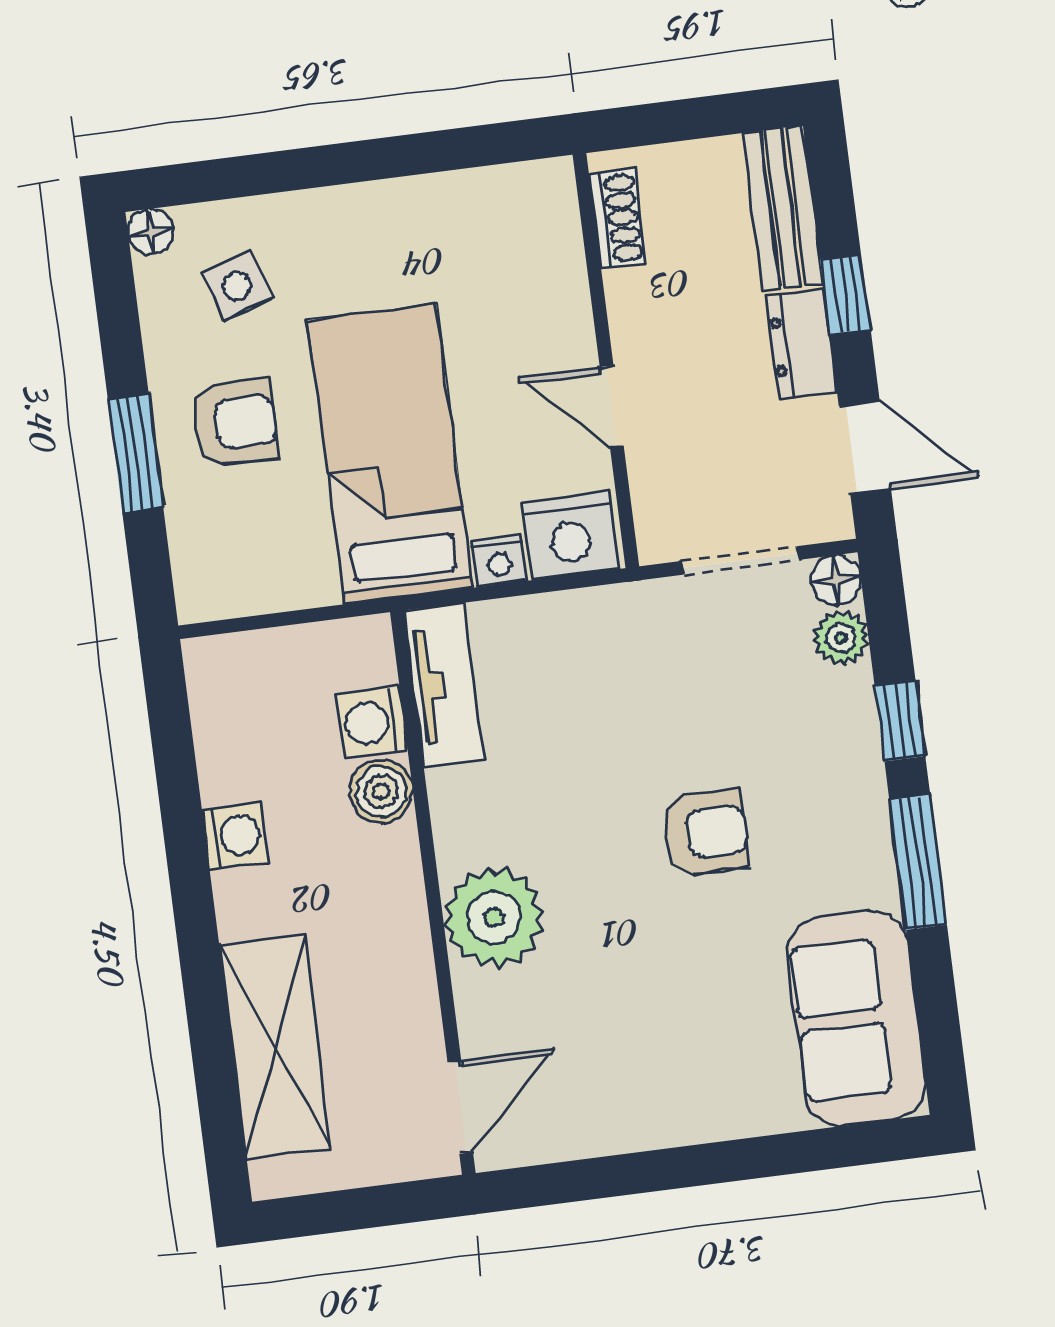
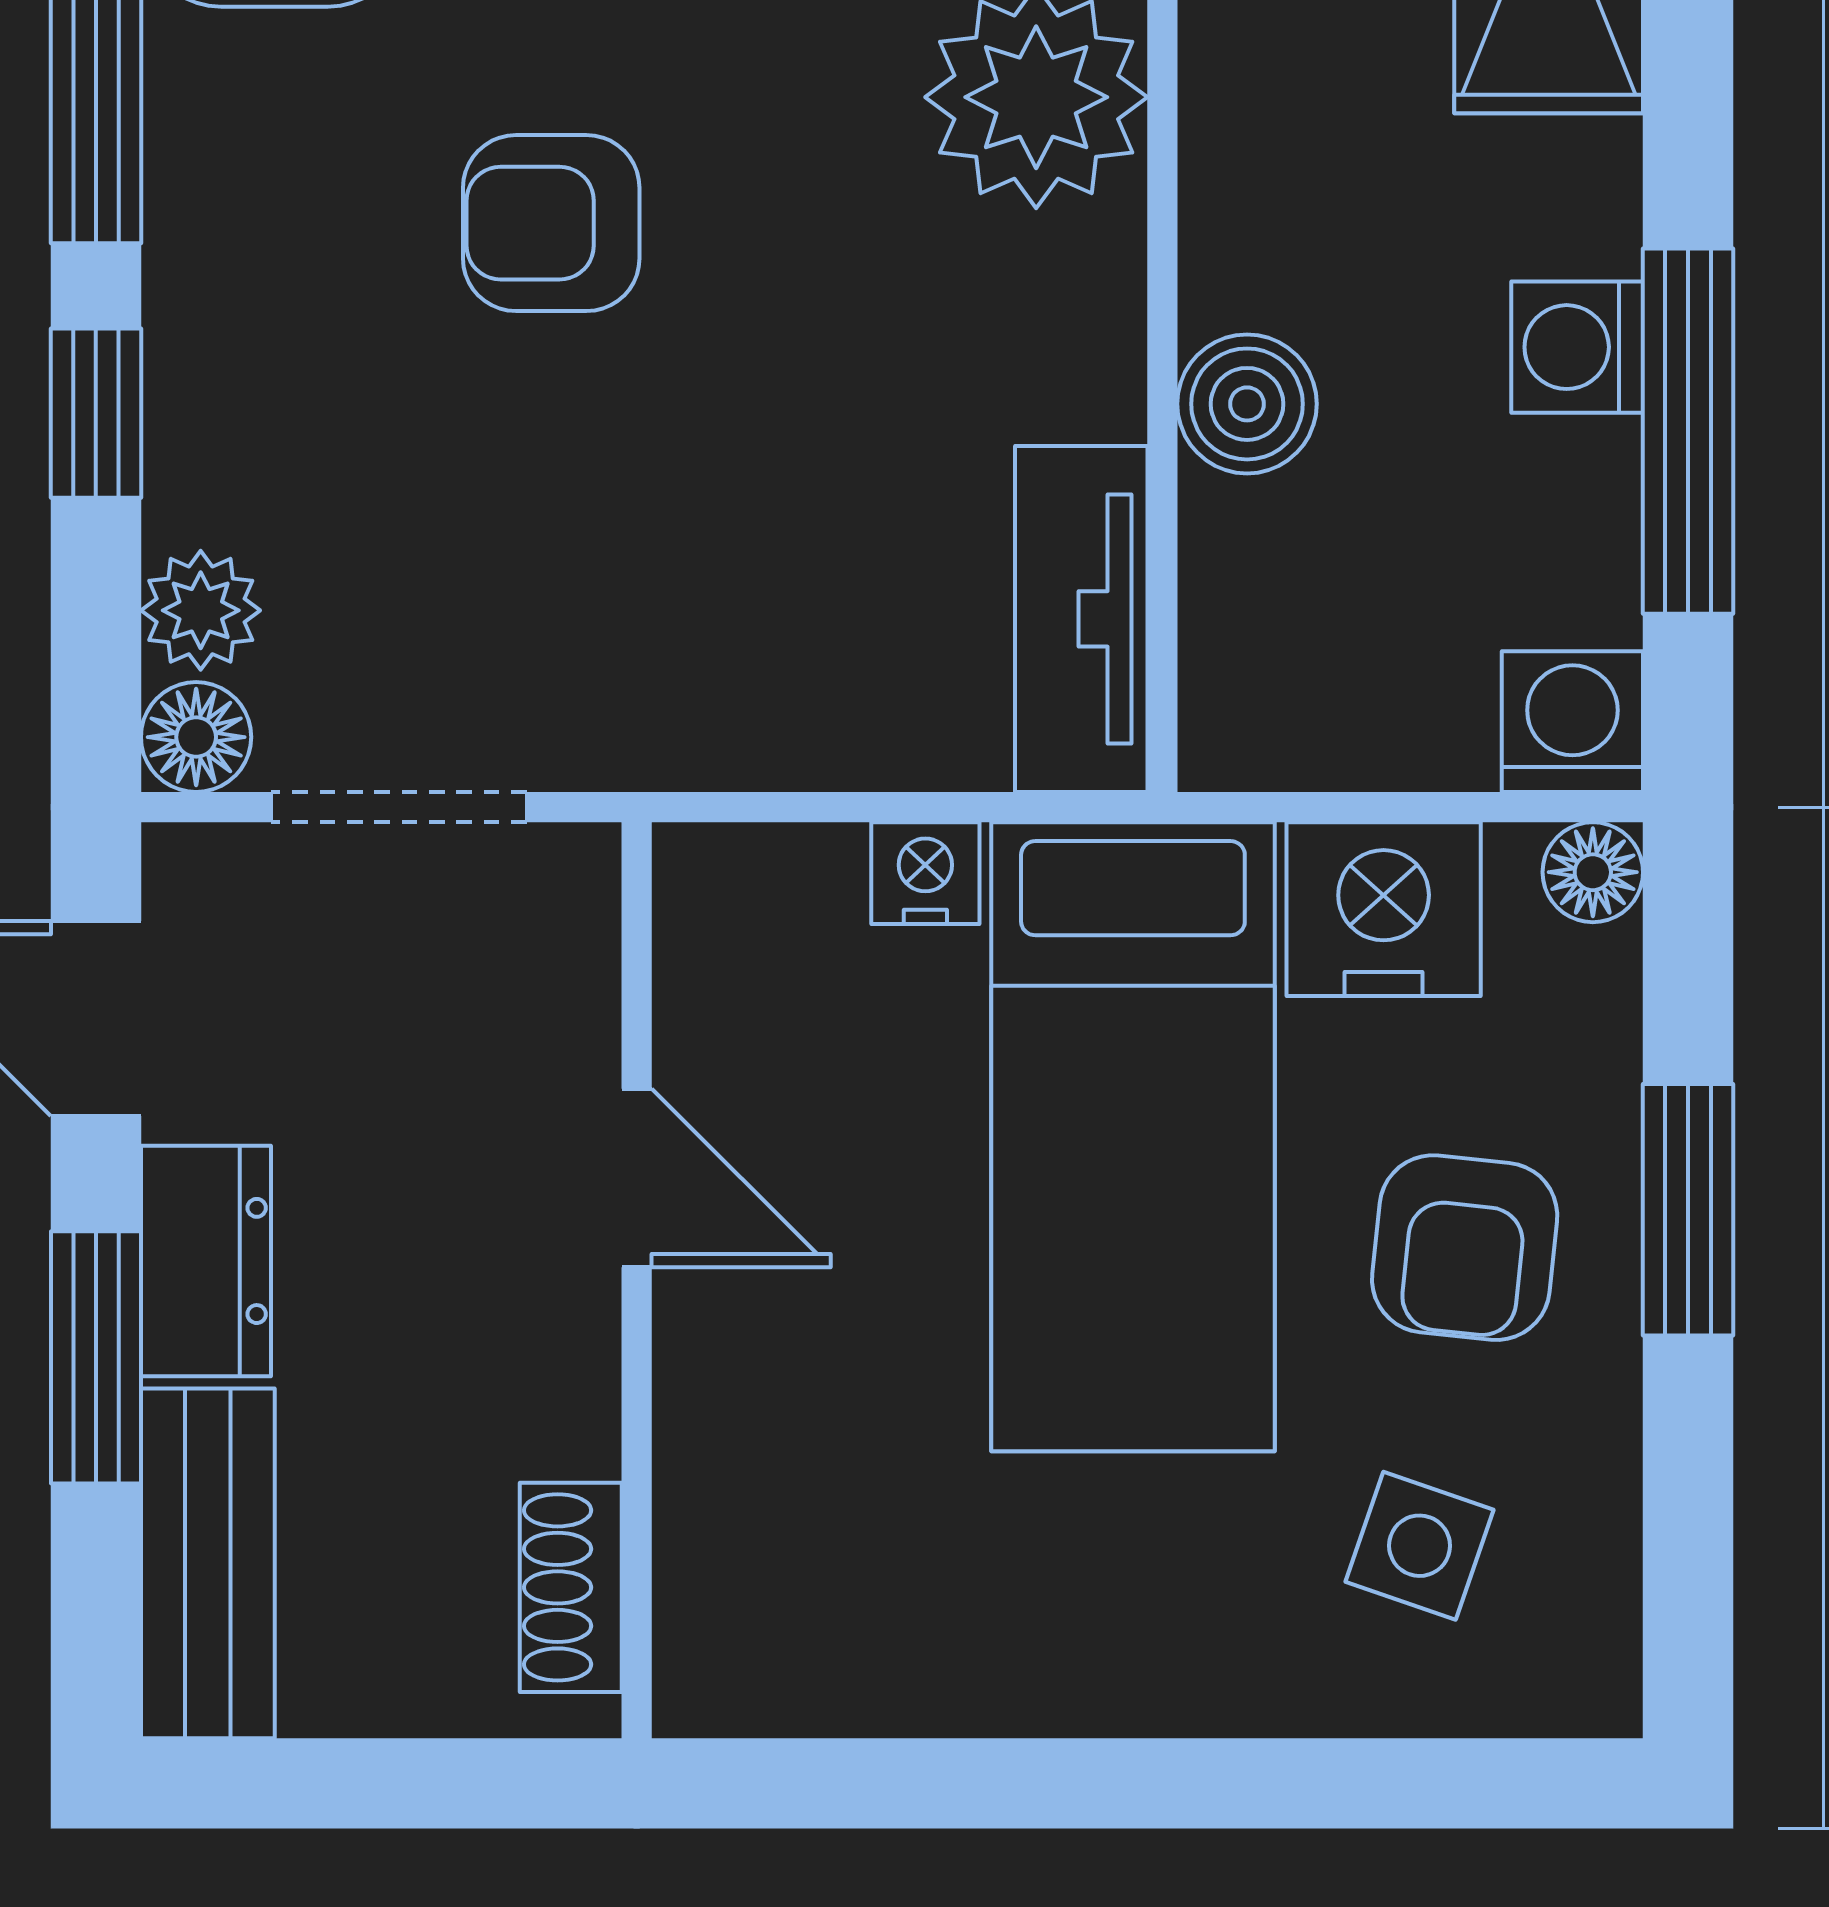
floor lamp: (151, 232) -> (1593, 872), moved
side table: (237, 286) -> (1420, 1546), turned 36
window: (845, 295) -> (96, 1357), width x1.50
armchair: (234, 423) -> (1465, 1248), turned -84
nightstand: (571, 535) -> (1384, 909), moved
washing machine: (372, 723) -> (1572, 722), moved, turned -90
window: (180, 805) -> (1688, 431), added

